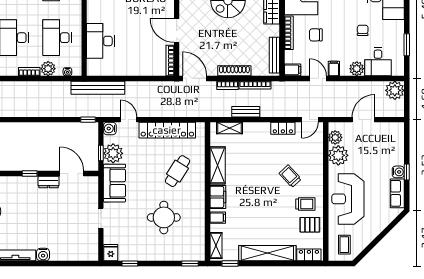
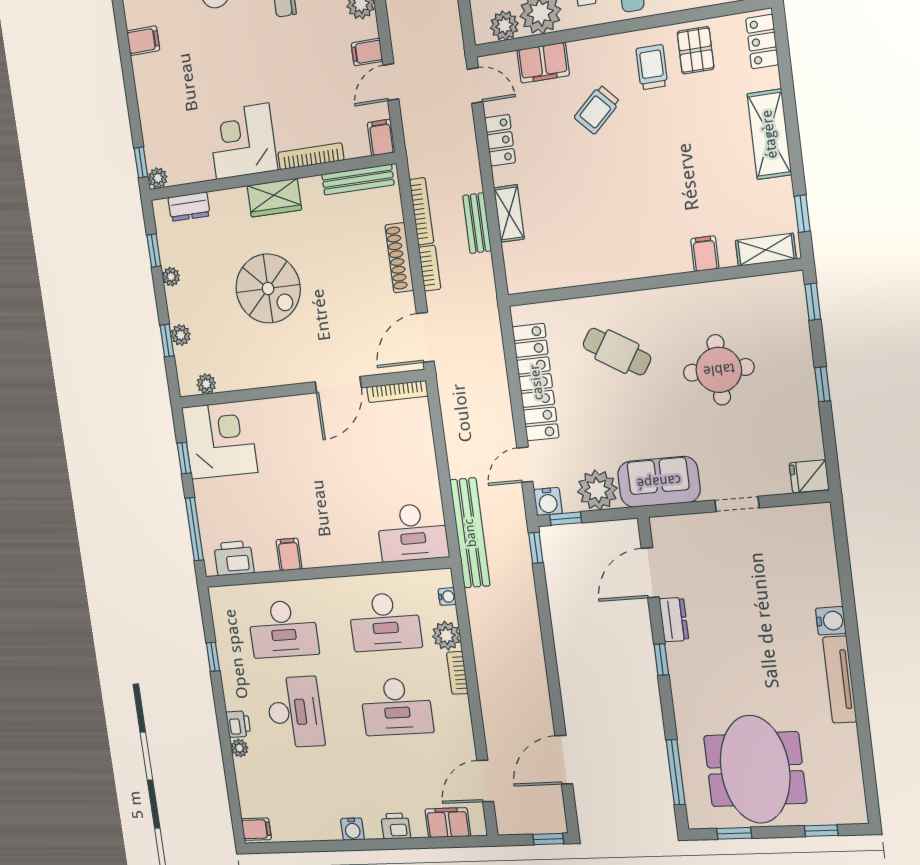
chair: (316, 35) -> (307, 100), removed
desk: (100, 41) -> (412, 532), moved
shelving: (230, 128) -> (509, 213), moved
window: (101, 153) -> (566, 519), moved
shelving: (218, 165) -> (594, 268), removed
filing cabinet: (218, 197) -> (543, 63), moved, turned 180
shelving: (267, 253) -> (769, 134), width x0.68
window: (130, 264) -> (822, 384), moved

